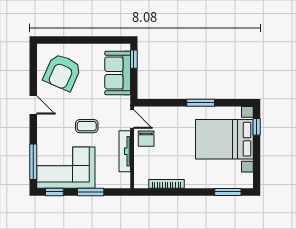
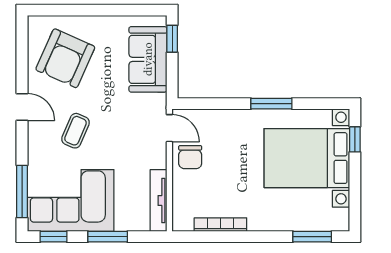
coffee table: (87, 126) -> (76, 131), moved, turned -67
tv unit: (125, 151) -> (158, 200), moved

